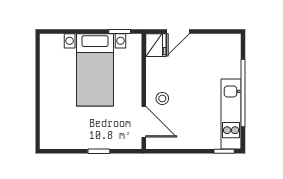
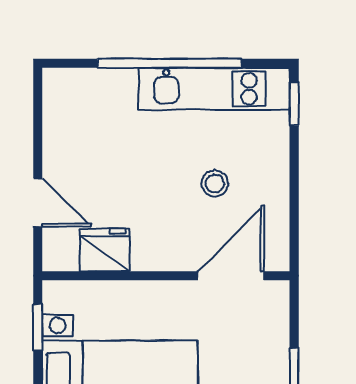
fridge: (156, 45) -> (105, 250), moved
stool: (162, 98) -> (215, 183), moved

